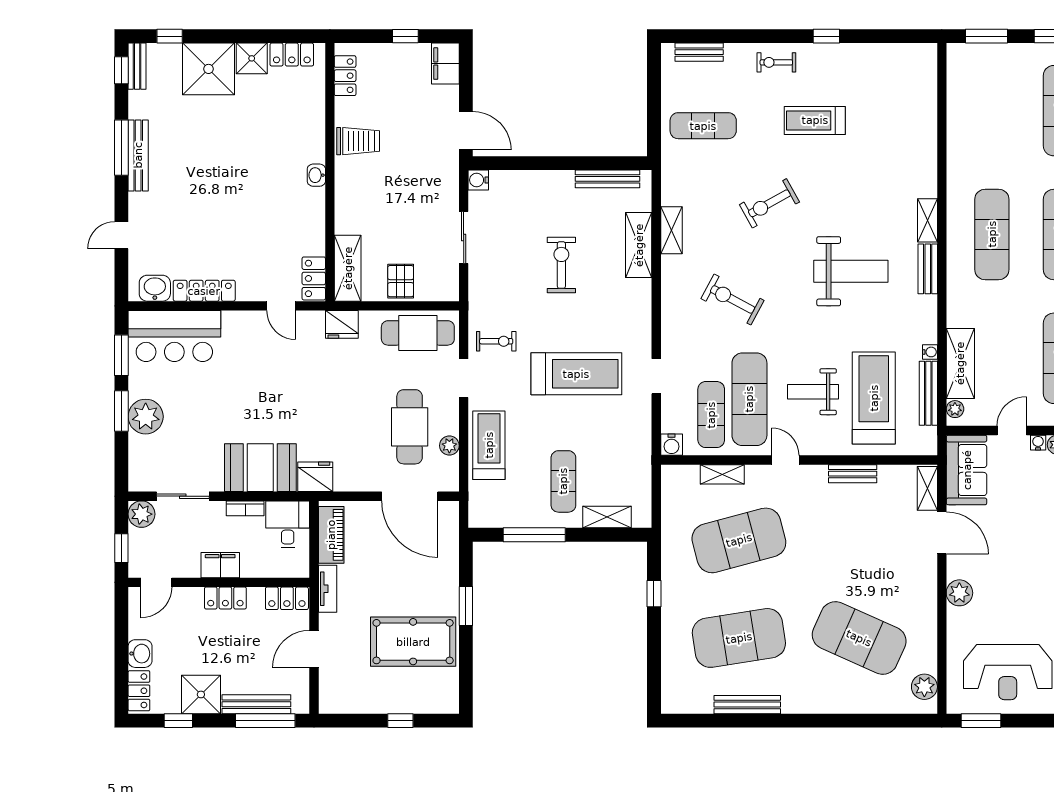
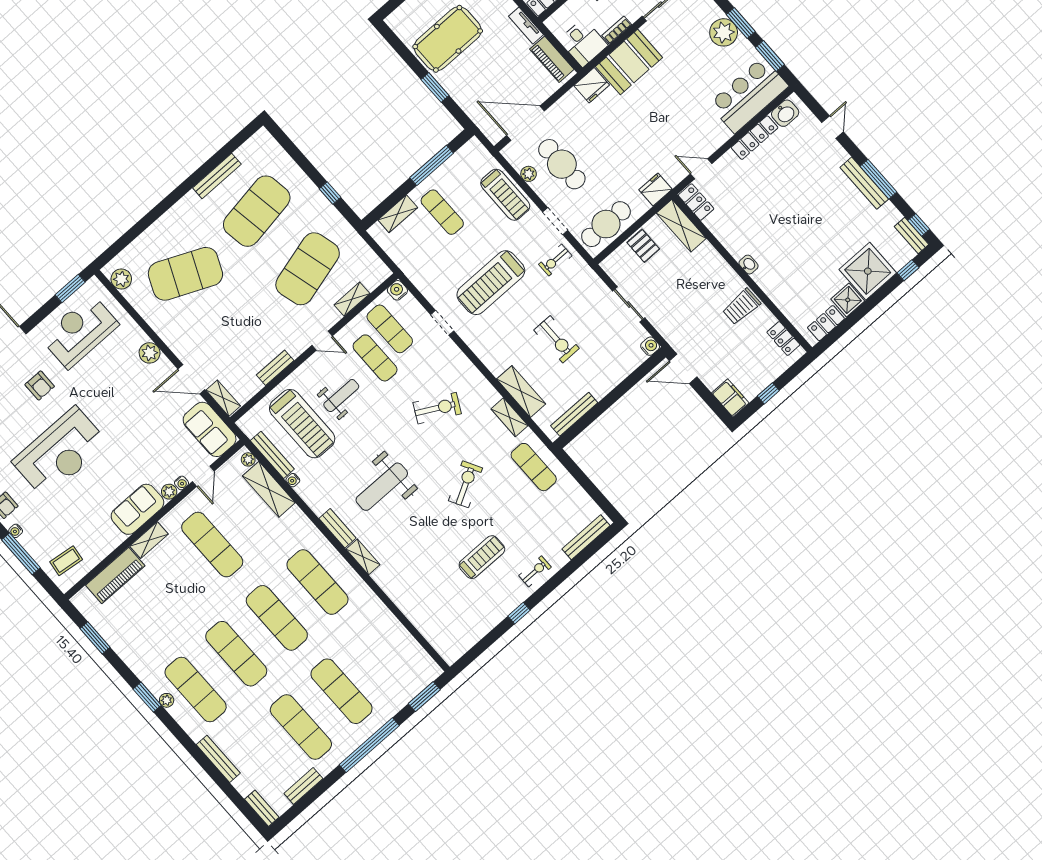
bench: (699, 52) -> (586, 537), width x1.36
exercise mat: (703, 126) -> (534, 467), moved, turned 90
exercise mat: (749, 399) -> (375, 358), width x0.73, depth x0.69

